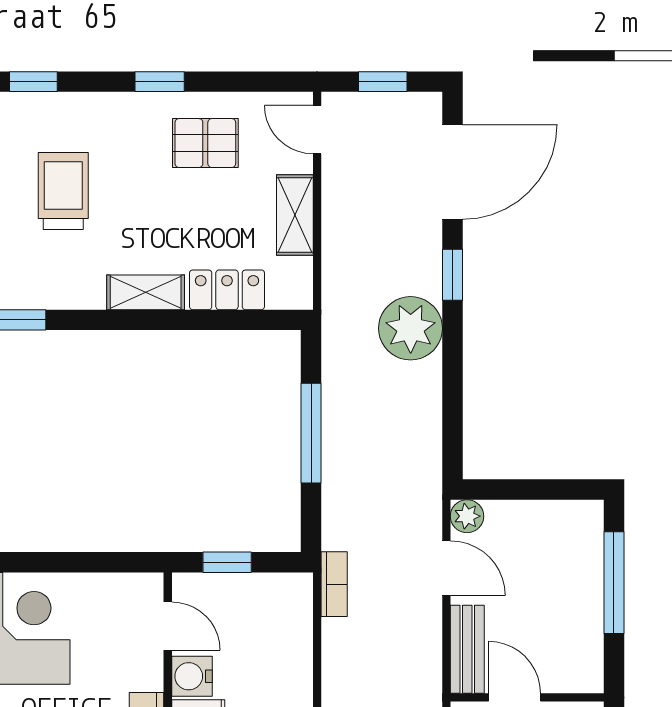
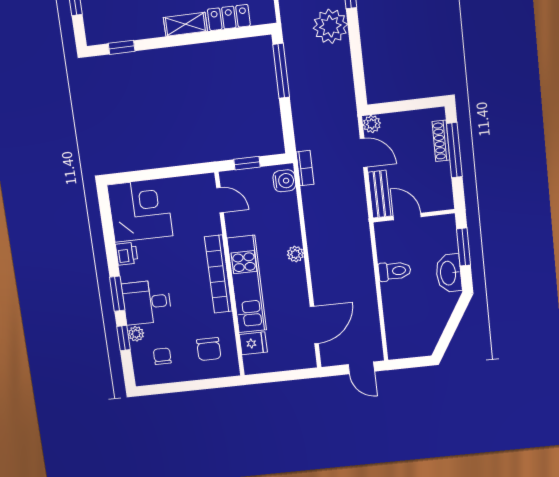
window: (311, 433) -> (281, 71), moved
shoe rack: (591, 562) -> (441, 141), added
water cooler: (192, 676) -> (284, 181), moved, turned 180

